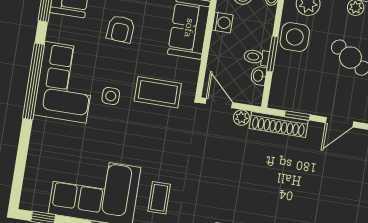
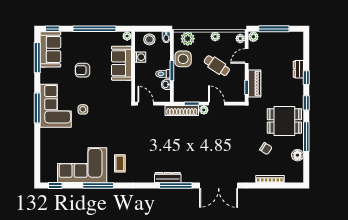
armchair: (121, 29) -> (82, 70), turned 86
window: (34, 81) -> (37, 108), width x0.68
coffee table: (158, 92) -> (110, 103), removed
plant: (241, 118) -> (204, 110), moved
door: (340, 122) -> (216, 104), swing flipped

